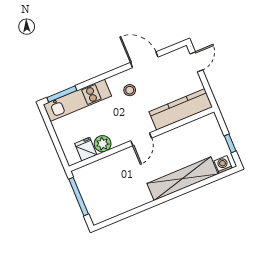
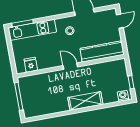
door: (141, 139) -> (70, 66), swing flipped
plant: (103, 144) -> (43, 64), removed
shelving: (182, 179) -> (85, 101), width x0.68

